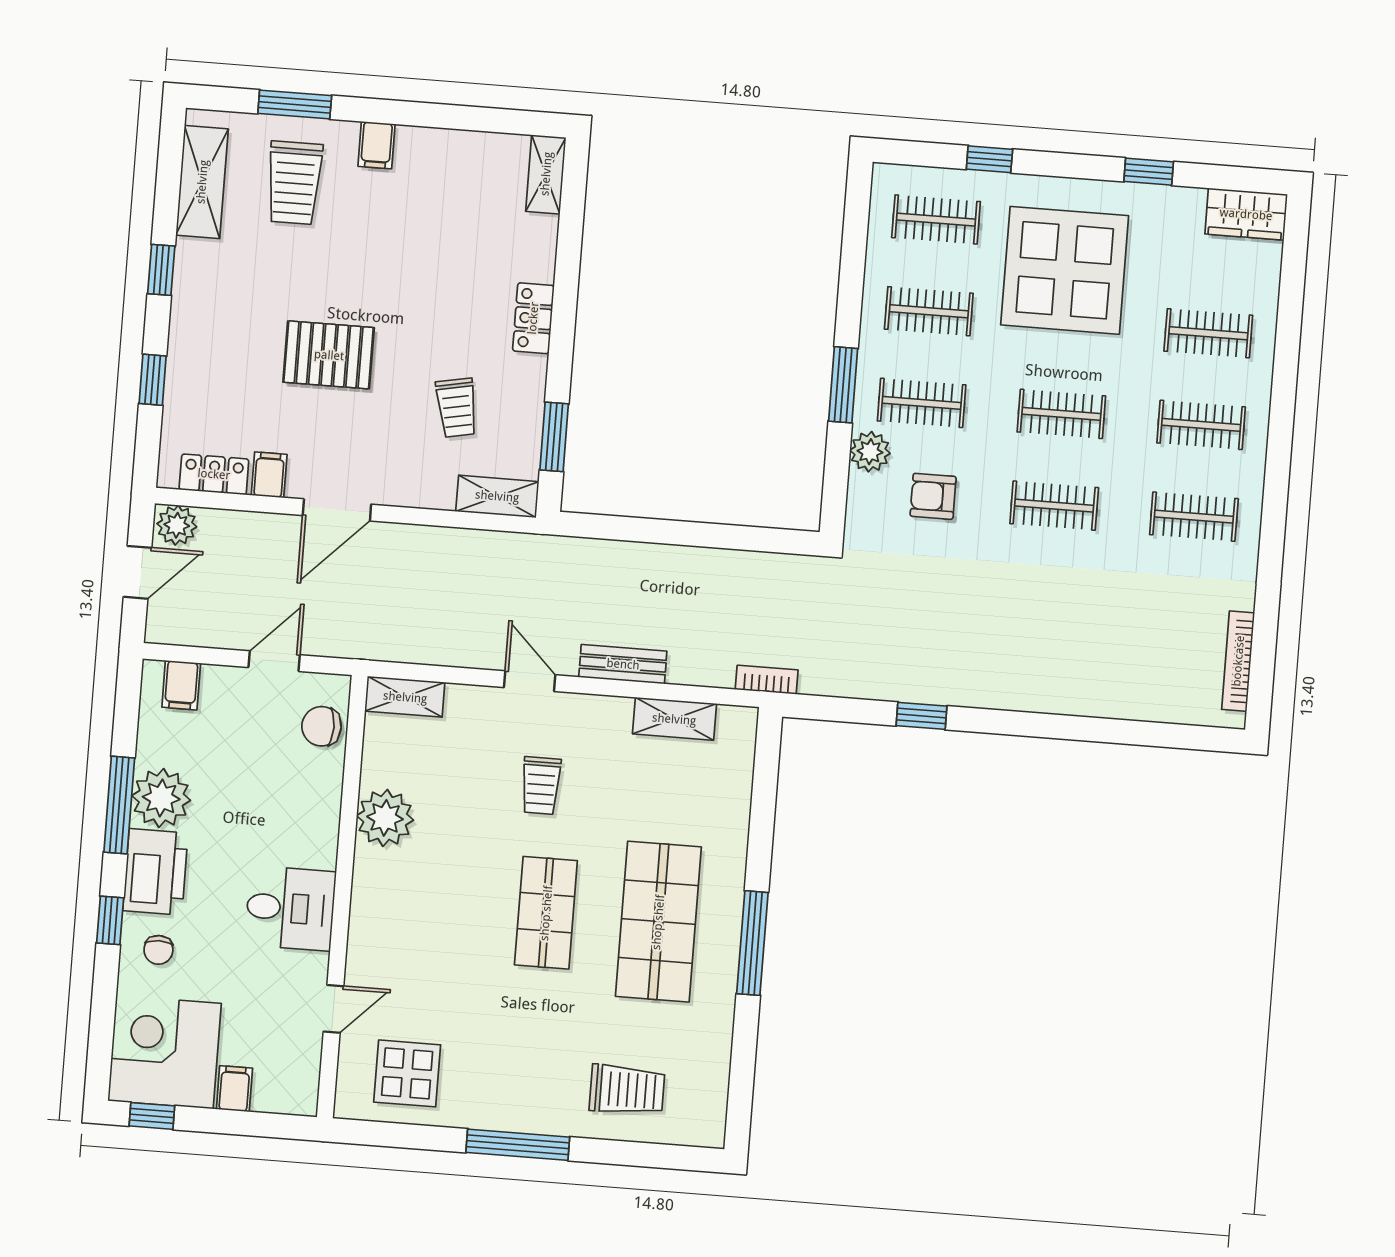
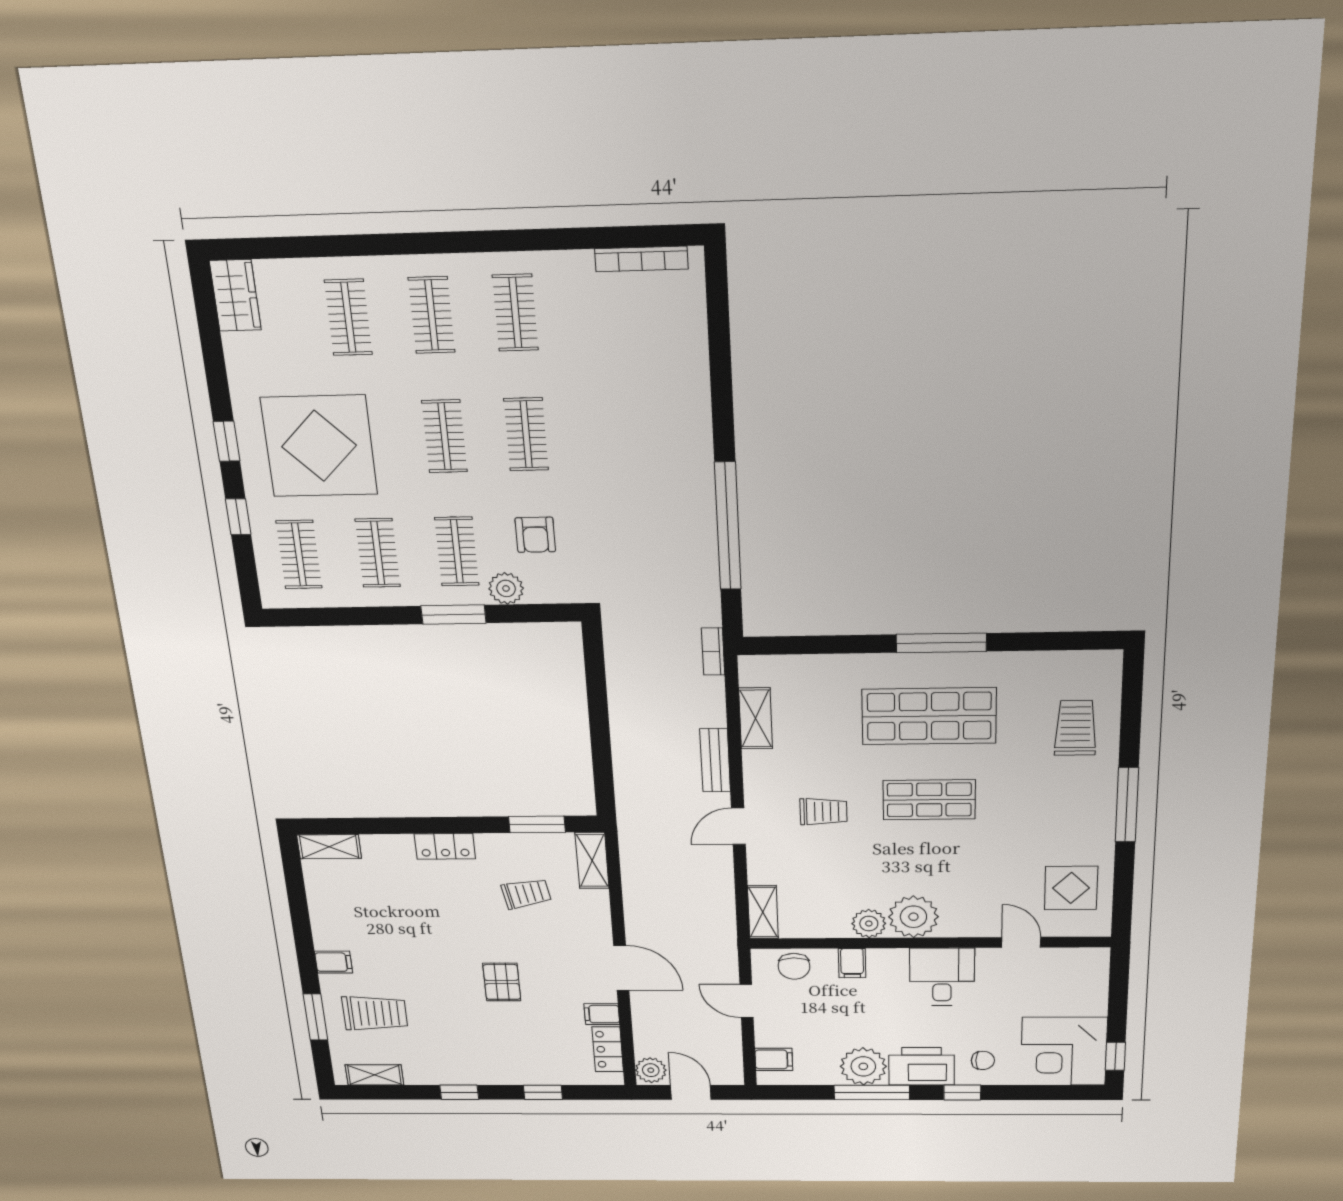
window: (1149, 172) -> (227, 441), moved
shelving: (202, 182) -> (374, 1075), width x0.67, depth x0.75
pallet: (329, 355) -> (502, 982), width x0.67, depth x0.71
window: (922, 716) -> (728, 526), width x3.17
plant: (385, 818) -> (869, 924), width x0.73, depth x0.73
plant: (382, 880) -> (913, 917), added
filing cabinet: (234, 1089) -> (852, 963), moved, turned -90

